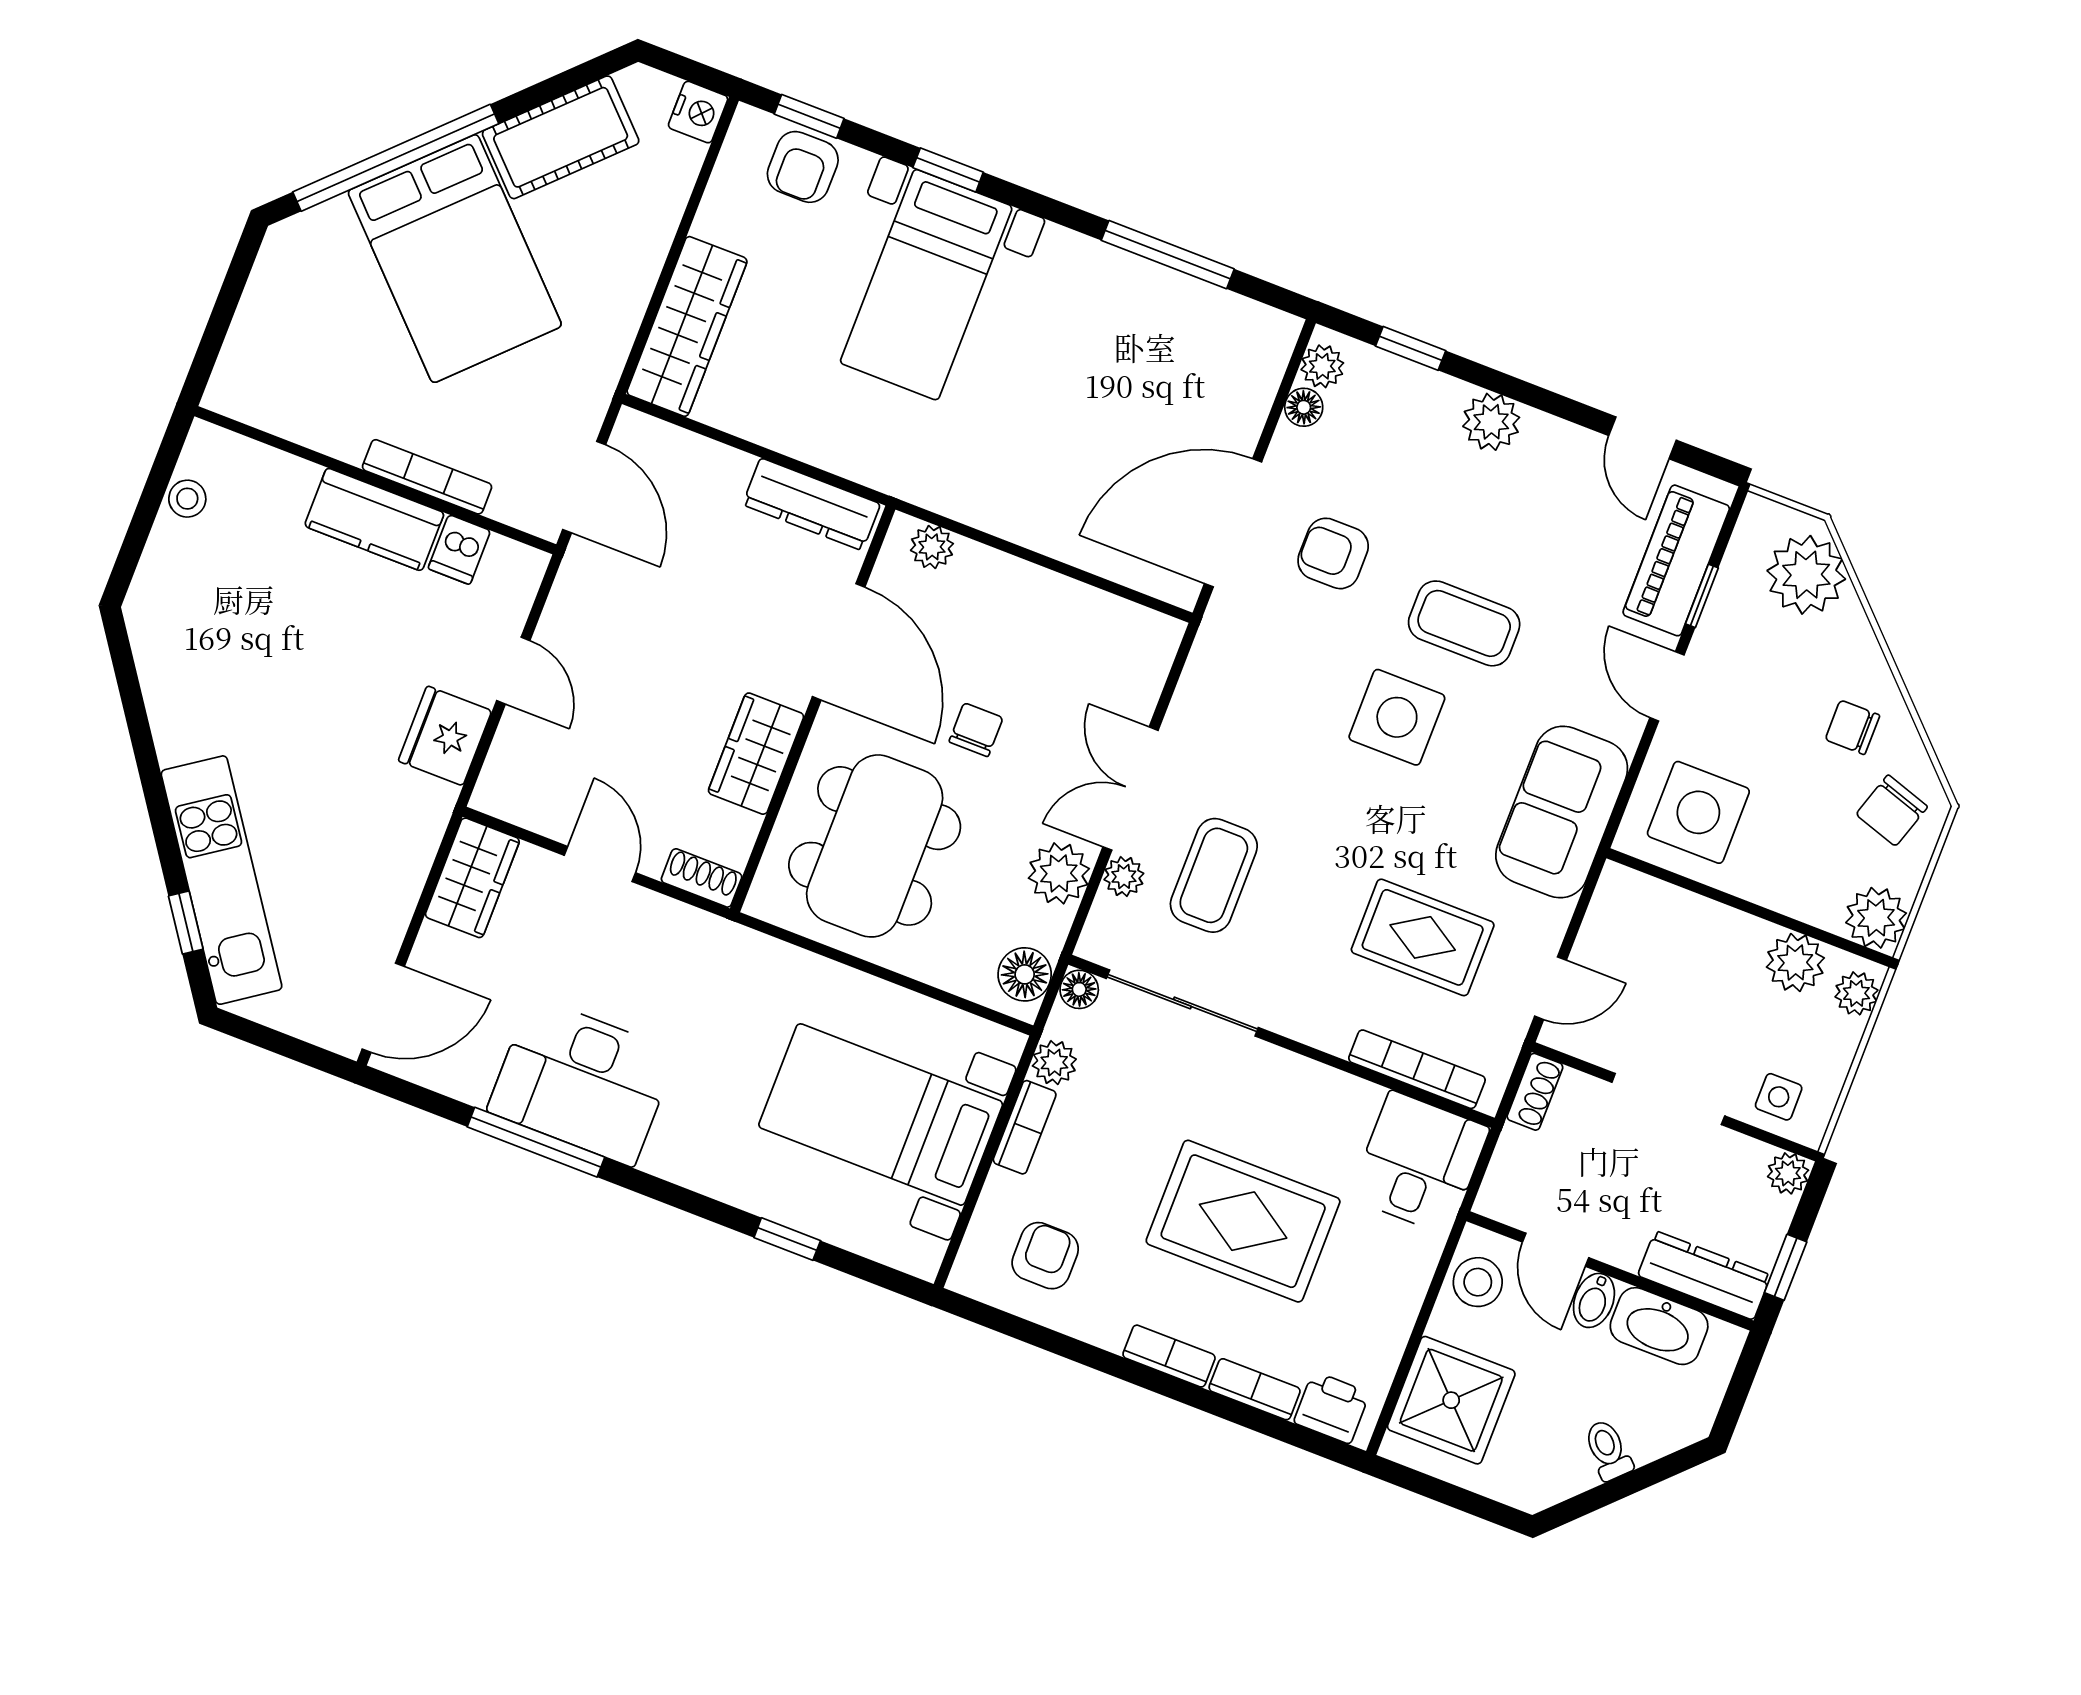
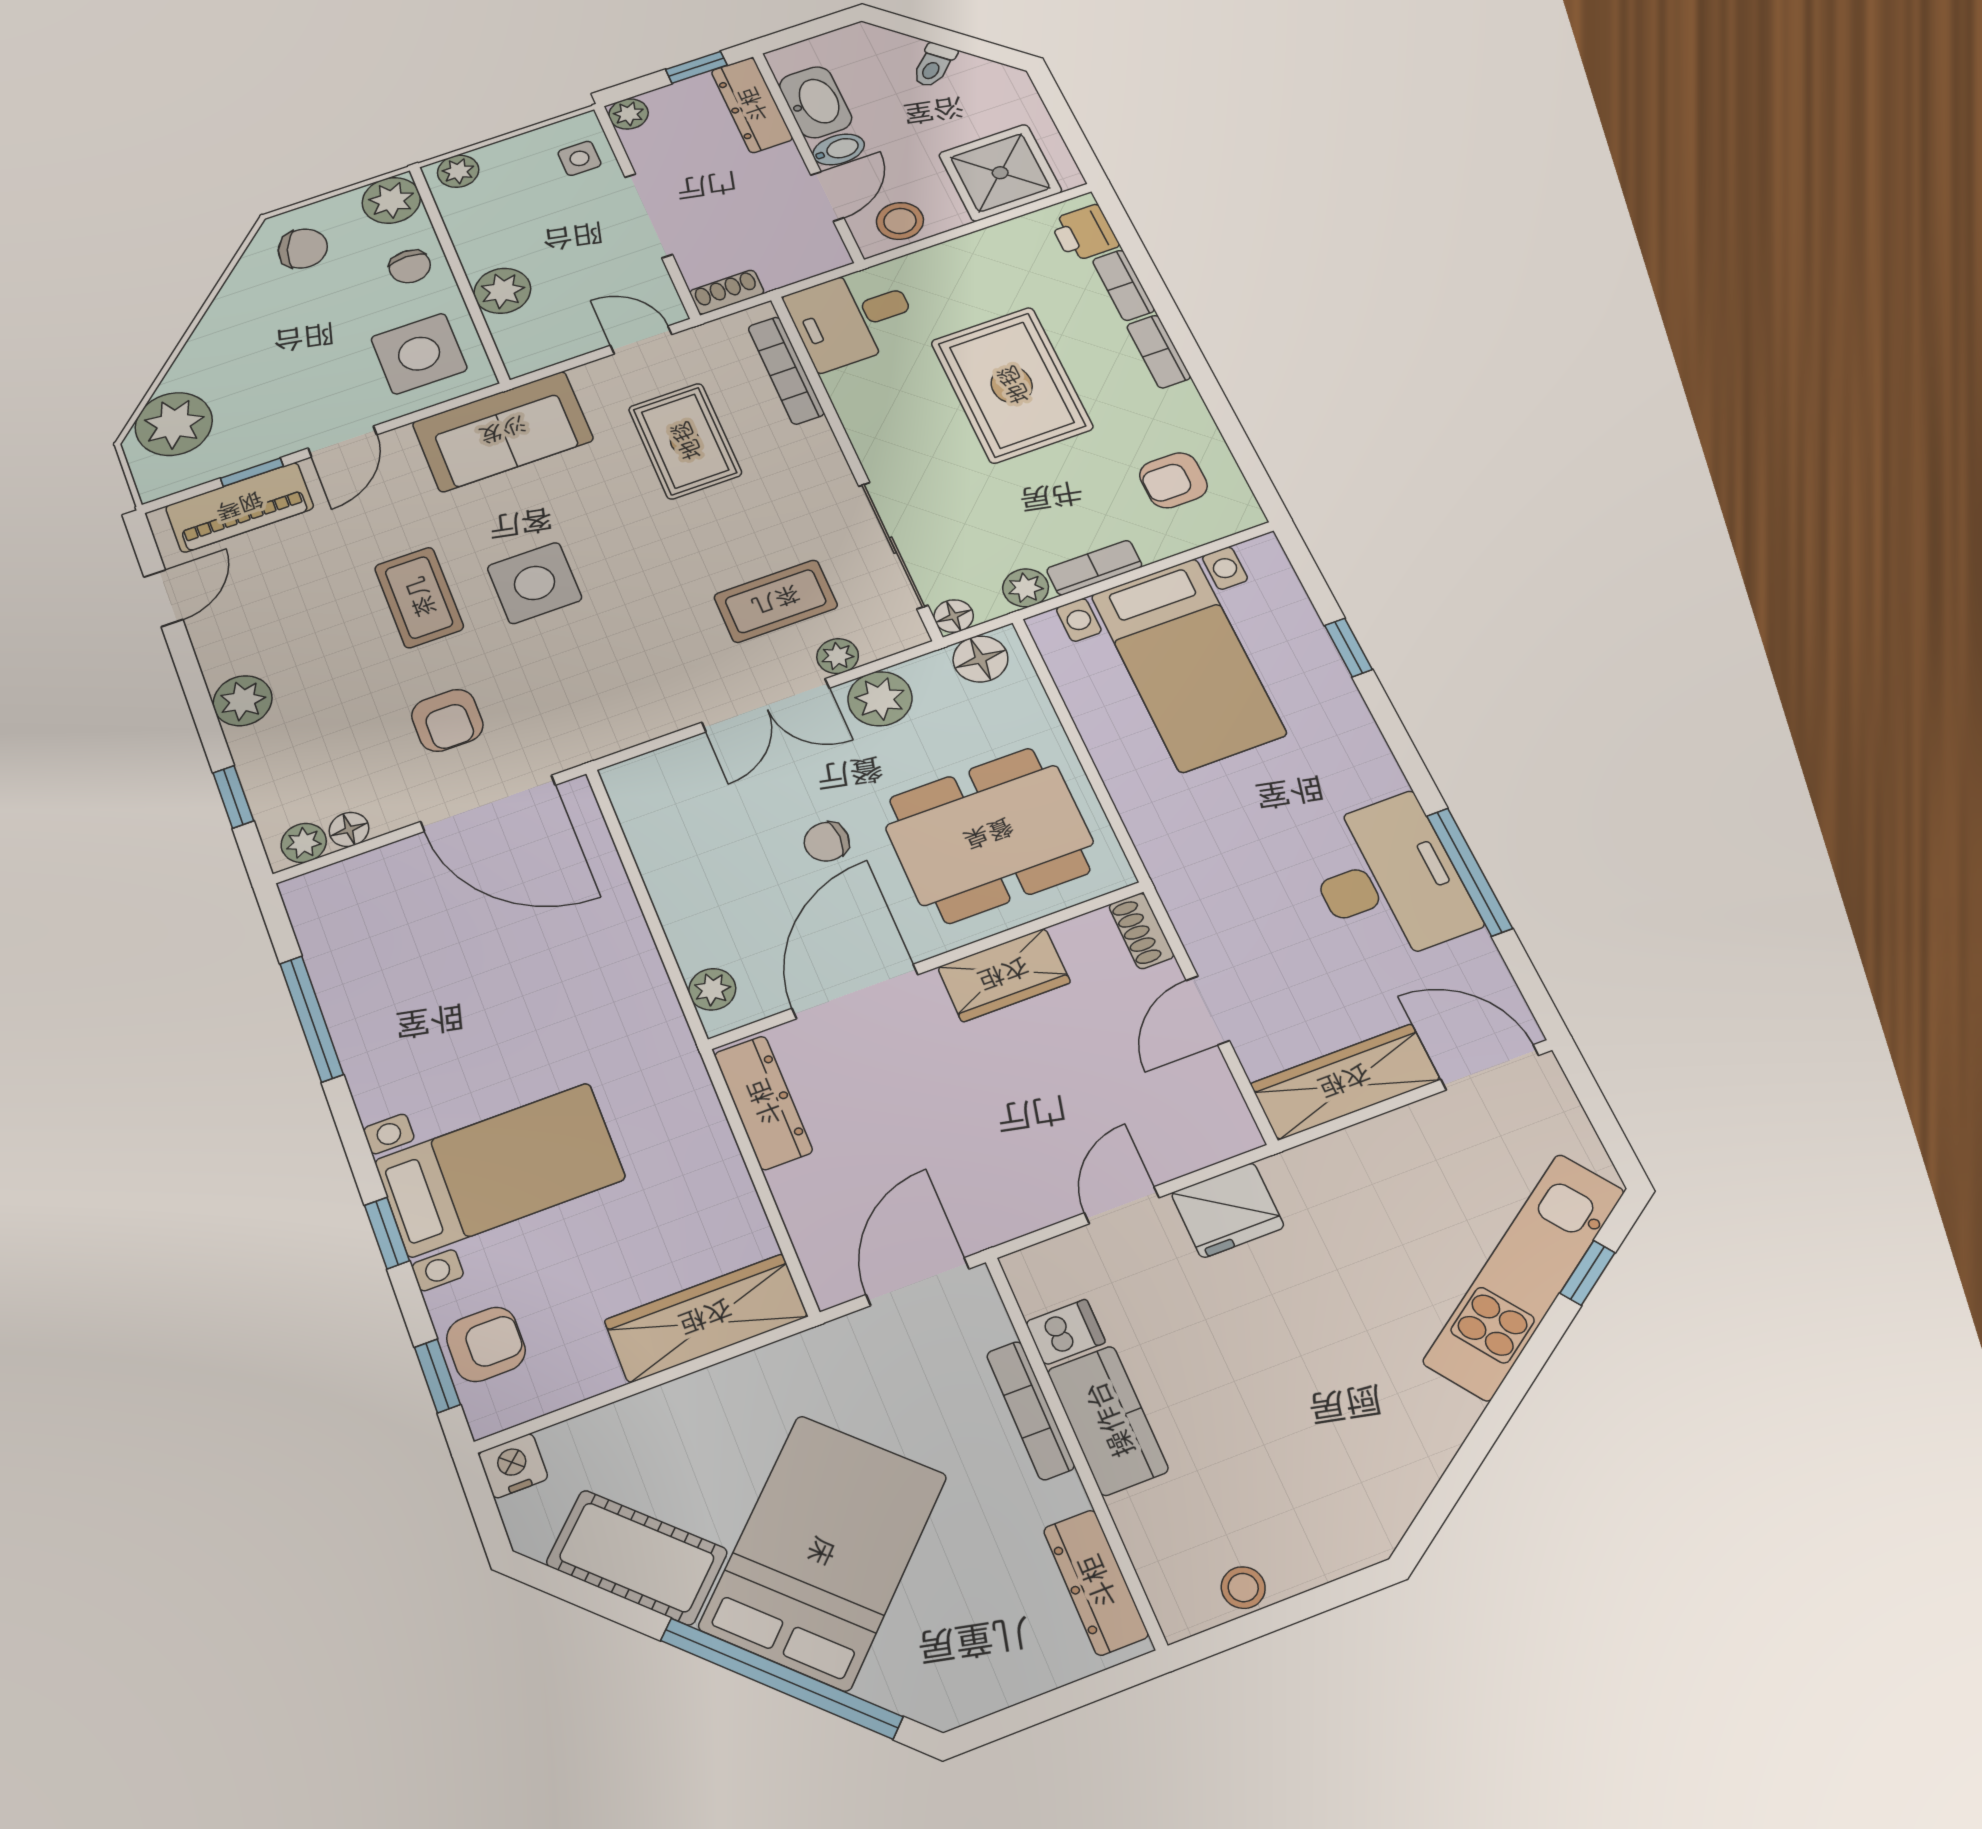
dresser: (276, 410) -> (1096, 1582), added
chair: (1852, 727) -> (410, 266), moved
wardrobe: (472, 878) -> (1345, 1082), width x1.50
plant: (1795, 963) -> (502, 291), moved

